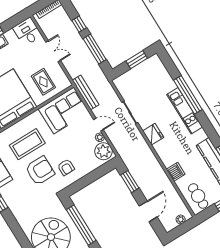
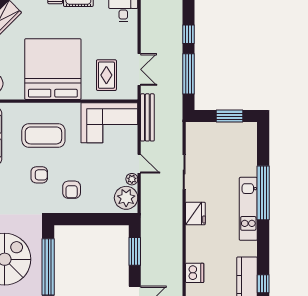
double door: (53, 51) -> (139, 69), moved
armchair: (40, 171) -> (39, 175), width x0.53, depth x0.53

